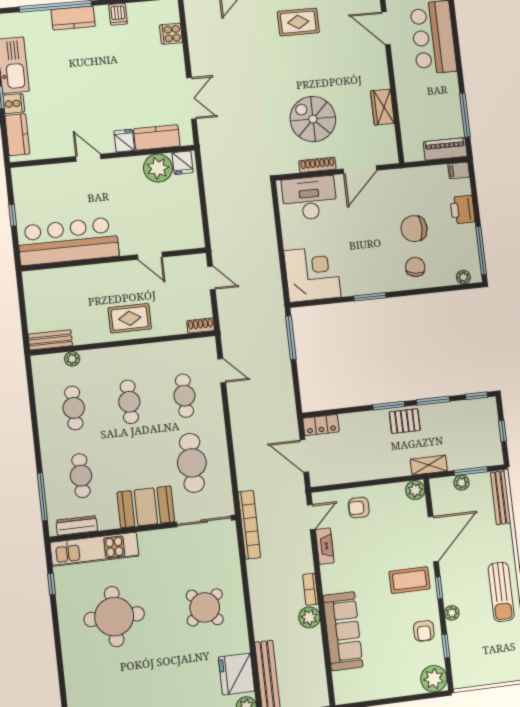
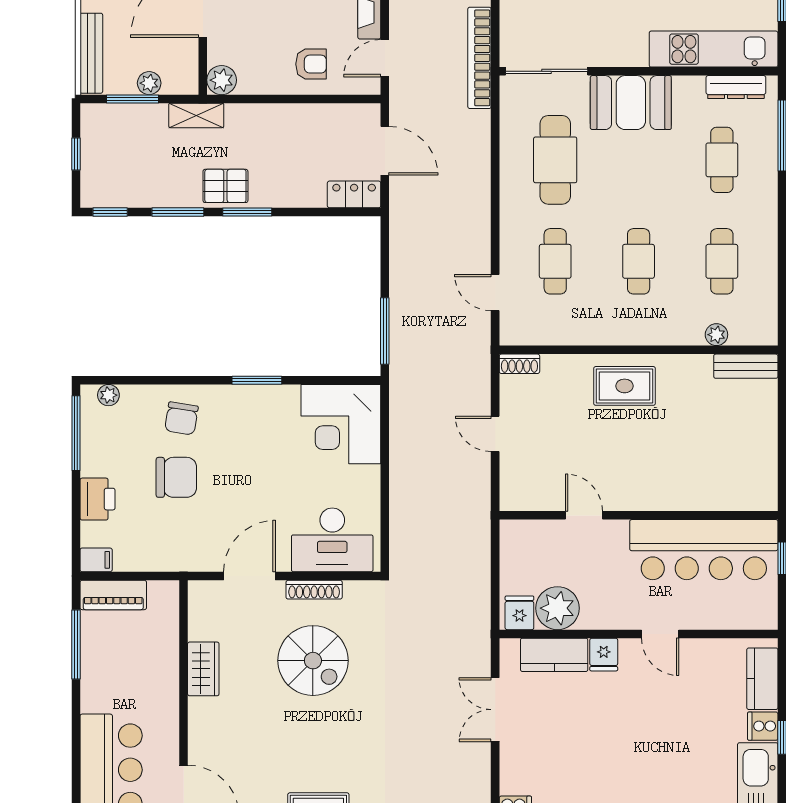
bar counter: (68, 241) -> (704, 550), moved
door: (150, 256) -> (584, 515), moved
wall: (114, 259) -> (639, 515), moved

